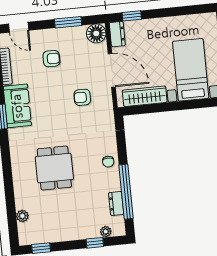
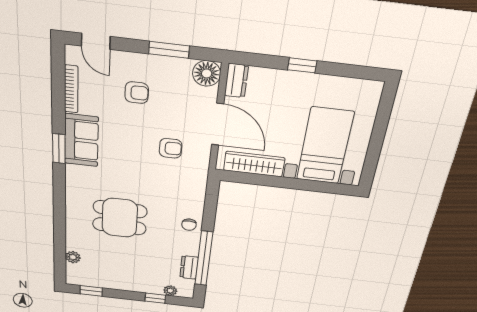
window: (132, 16) -> (302, 65), moved
armchair: (82, 97) -> (171, 148), turned 180
dining table: (54, 168) -> (120, 218), turned 90

